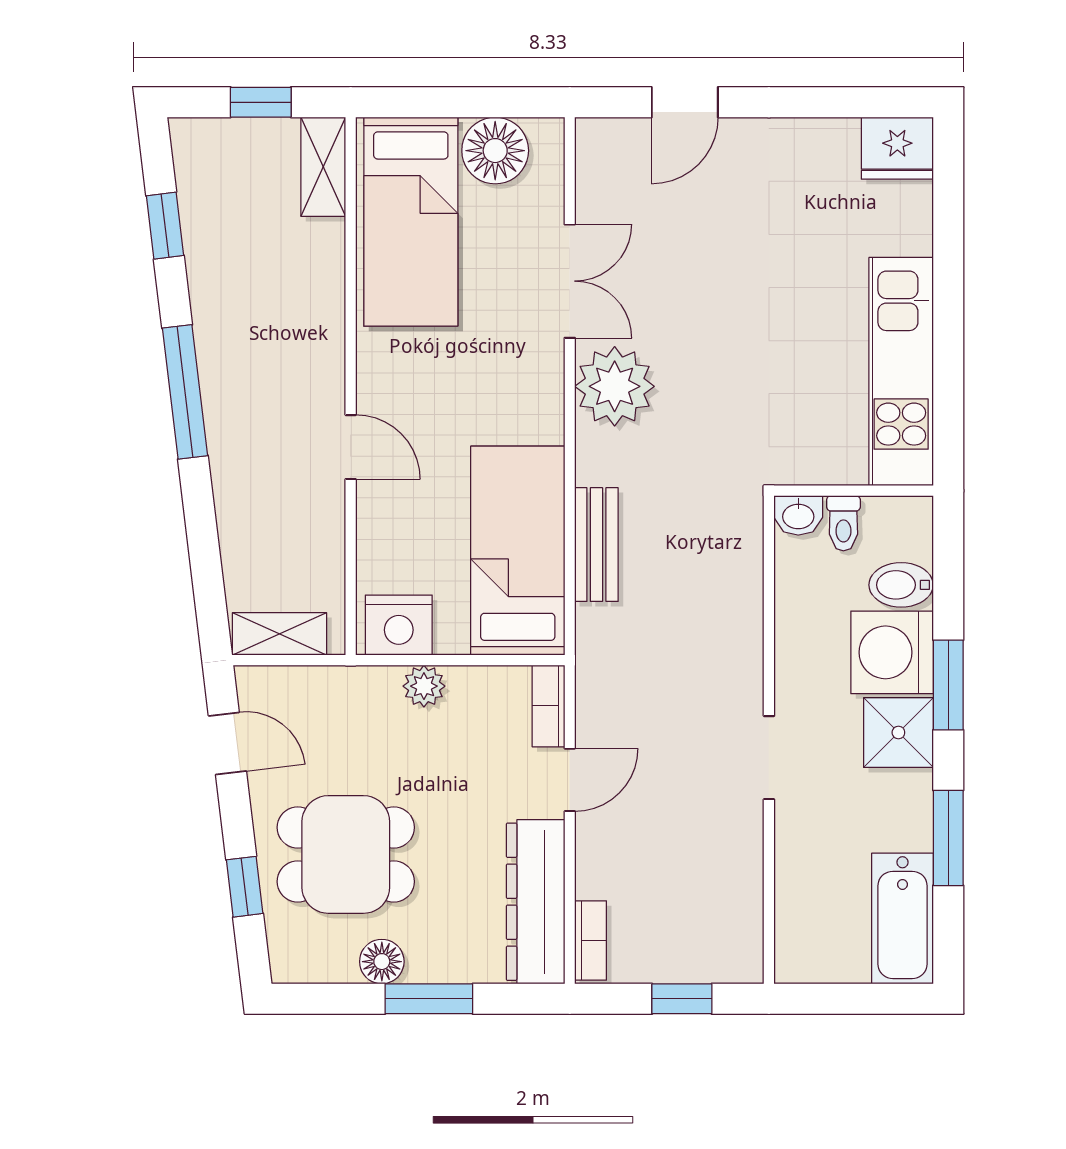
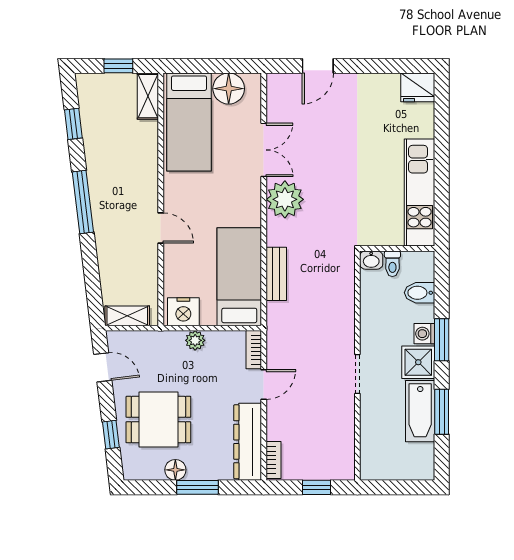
washing machine: (892, 652) -> (424, 334), width x0.53, depth x0.53
bathtub: (903, 918) -> (420, 411), moved

